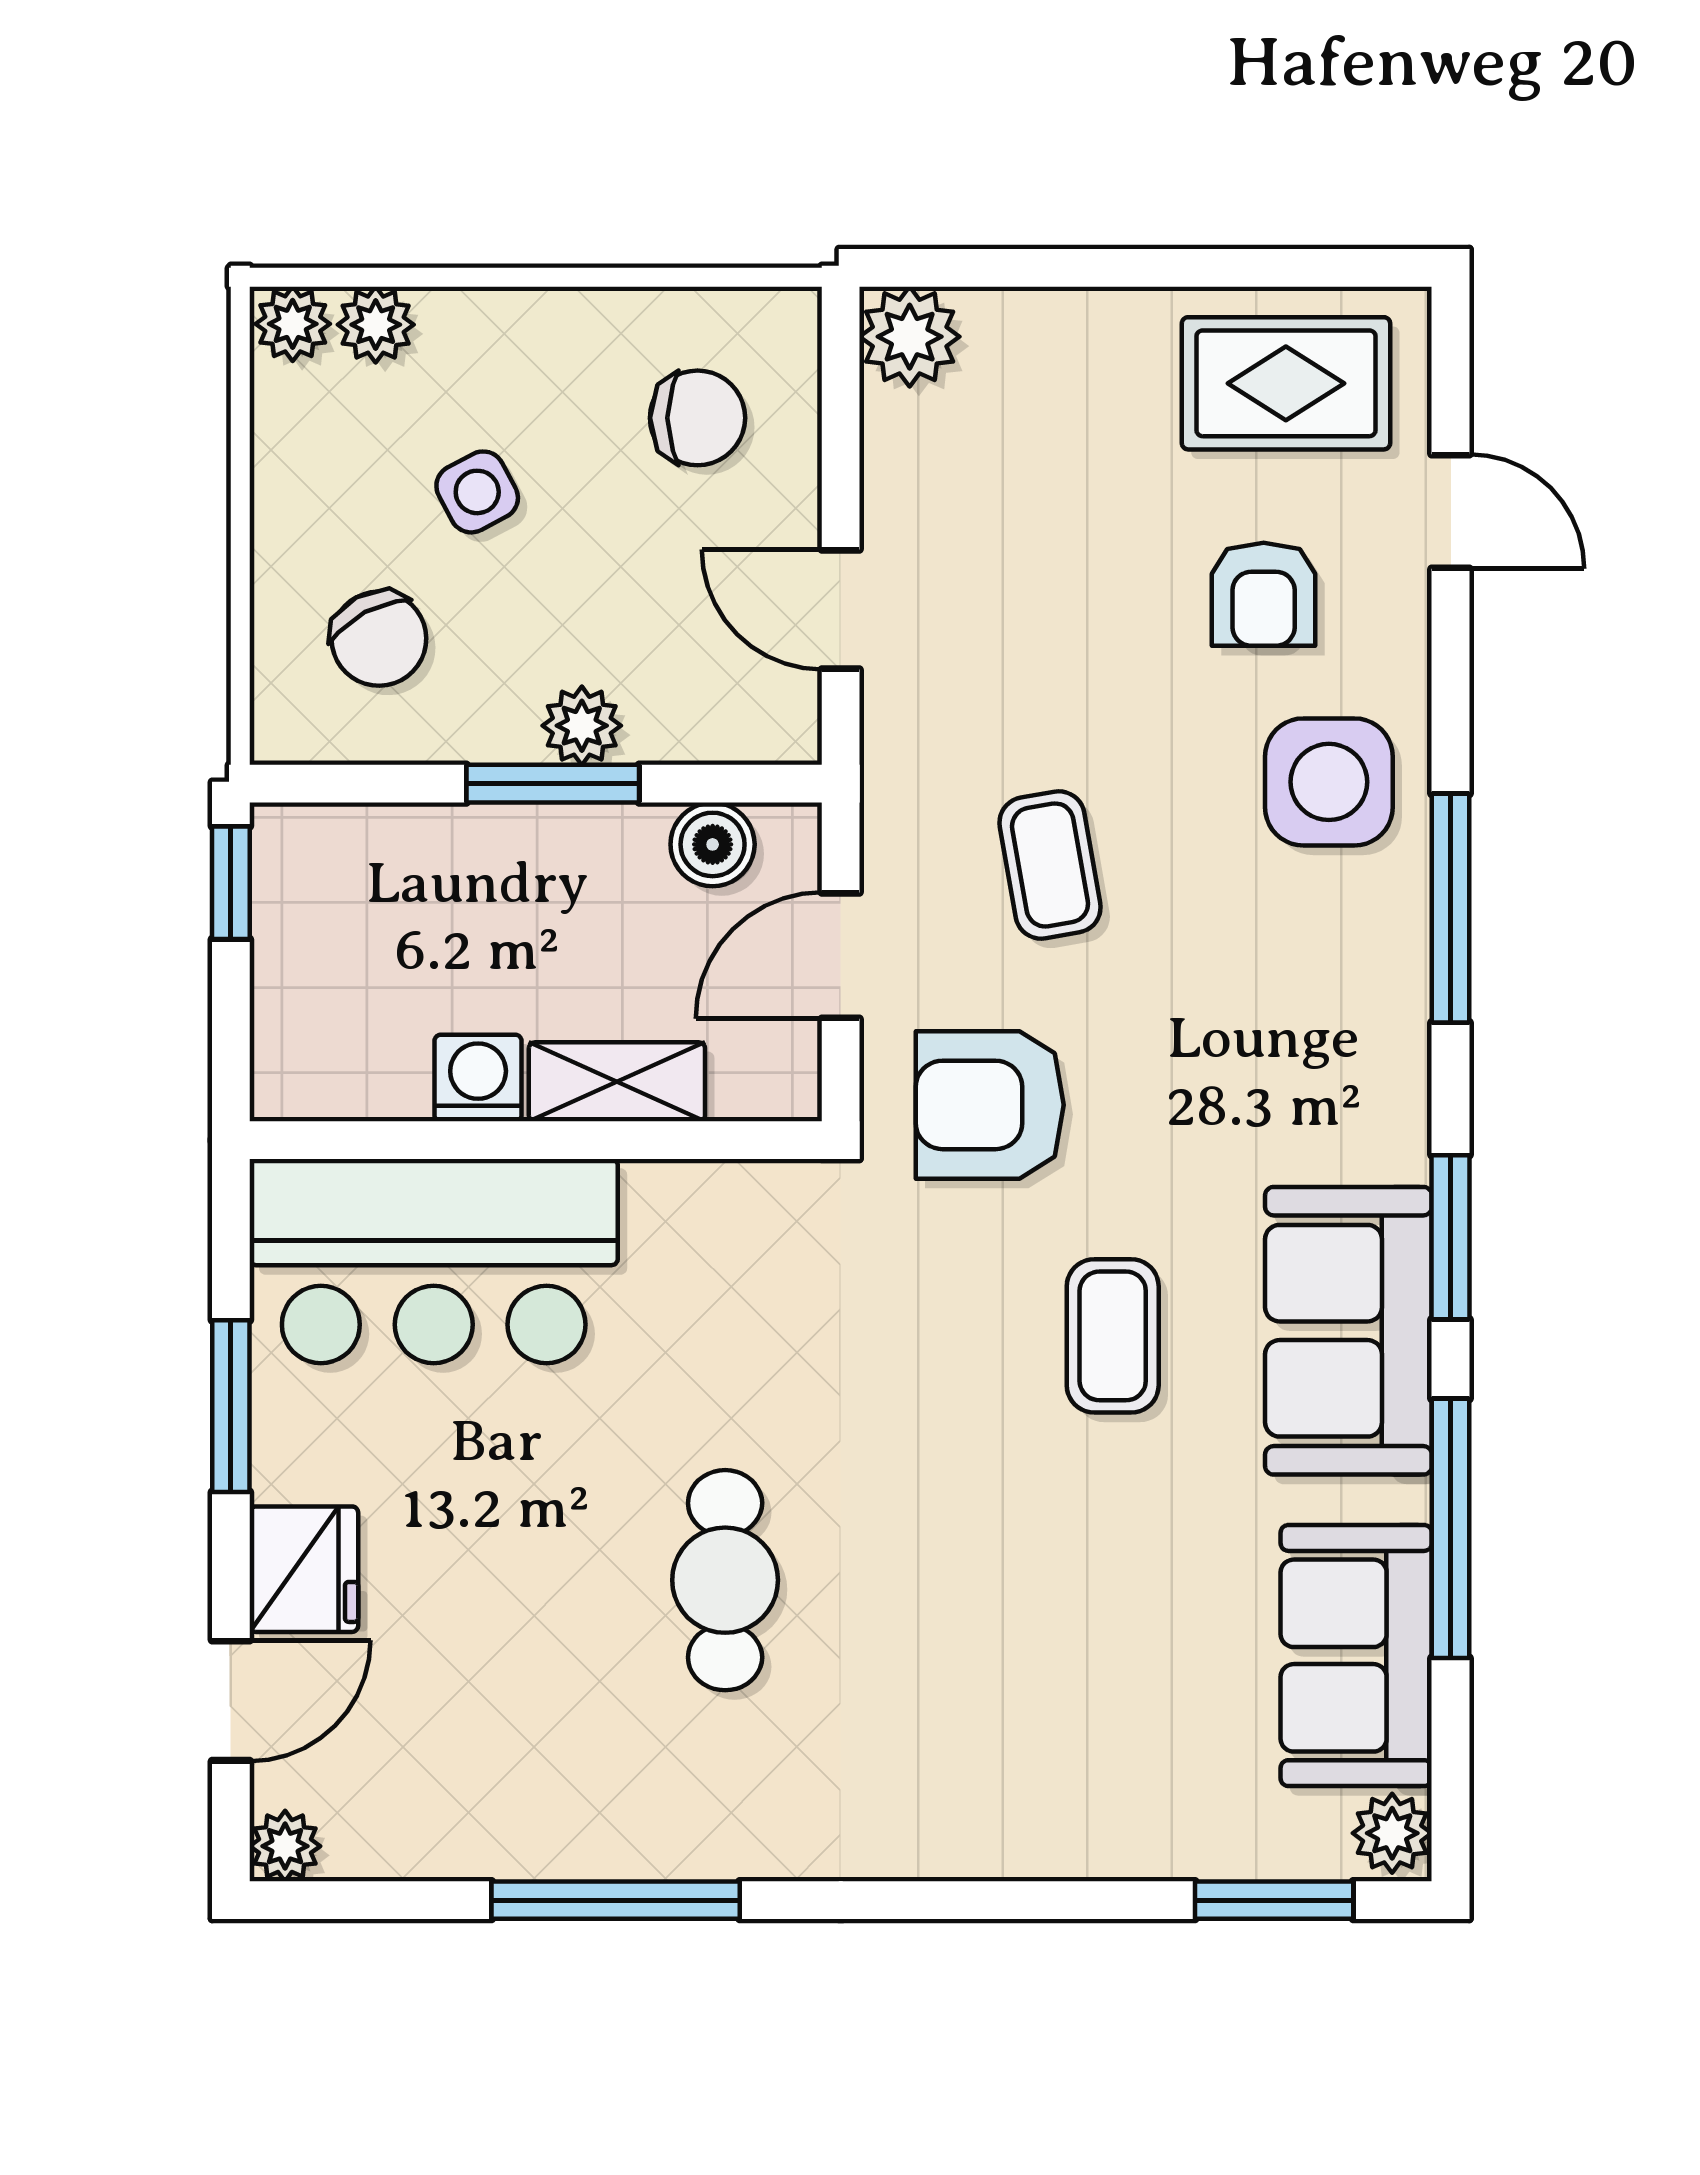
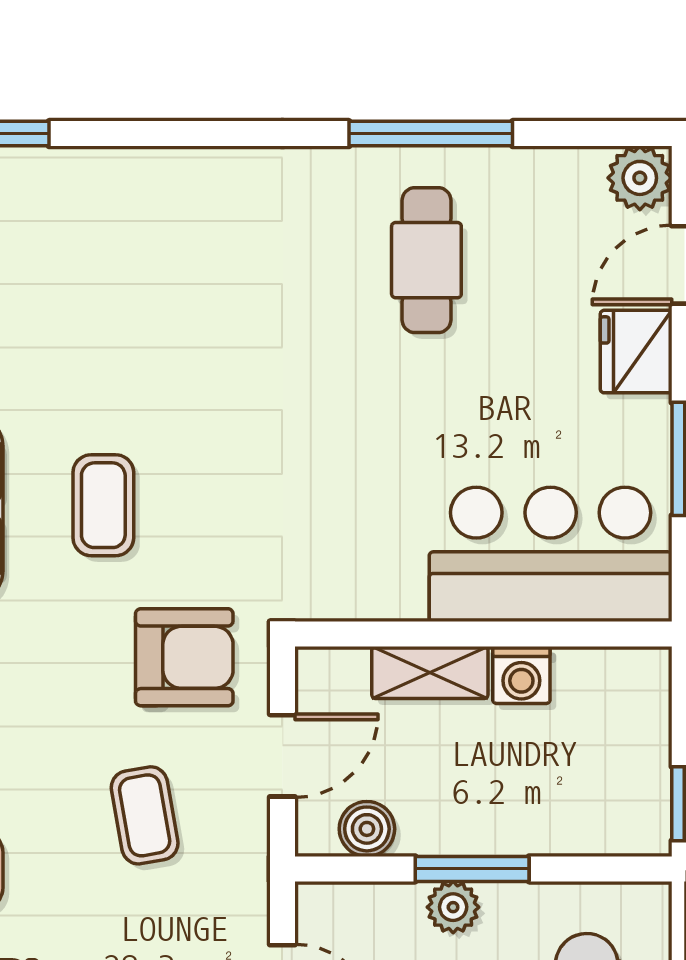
cafe table: (725, 1580) -> (426, 260), moved
plant: (285, 1846) -> (640, 178), width x1.38, depth x1.38

